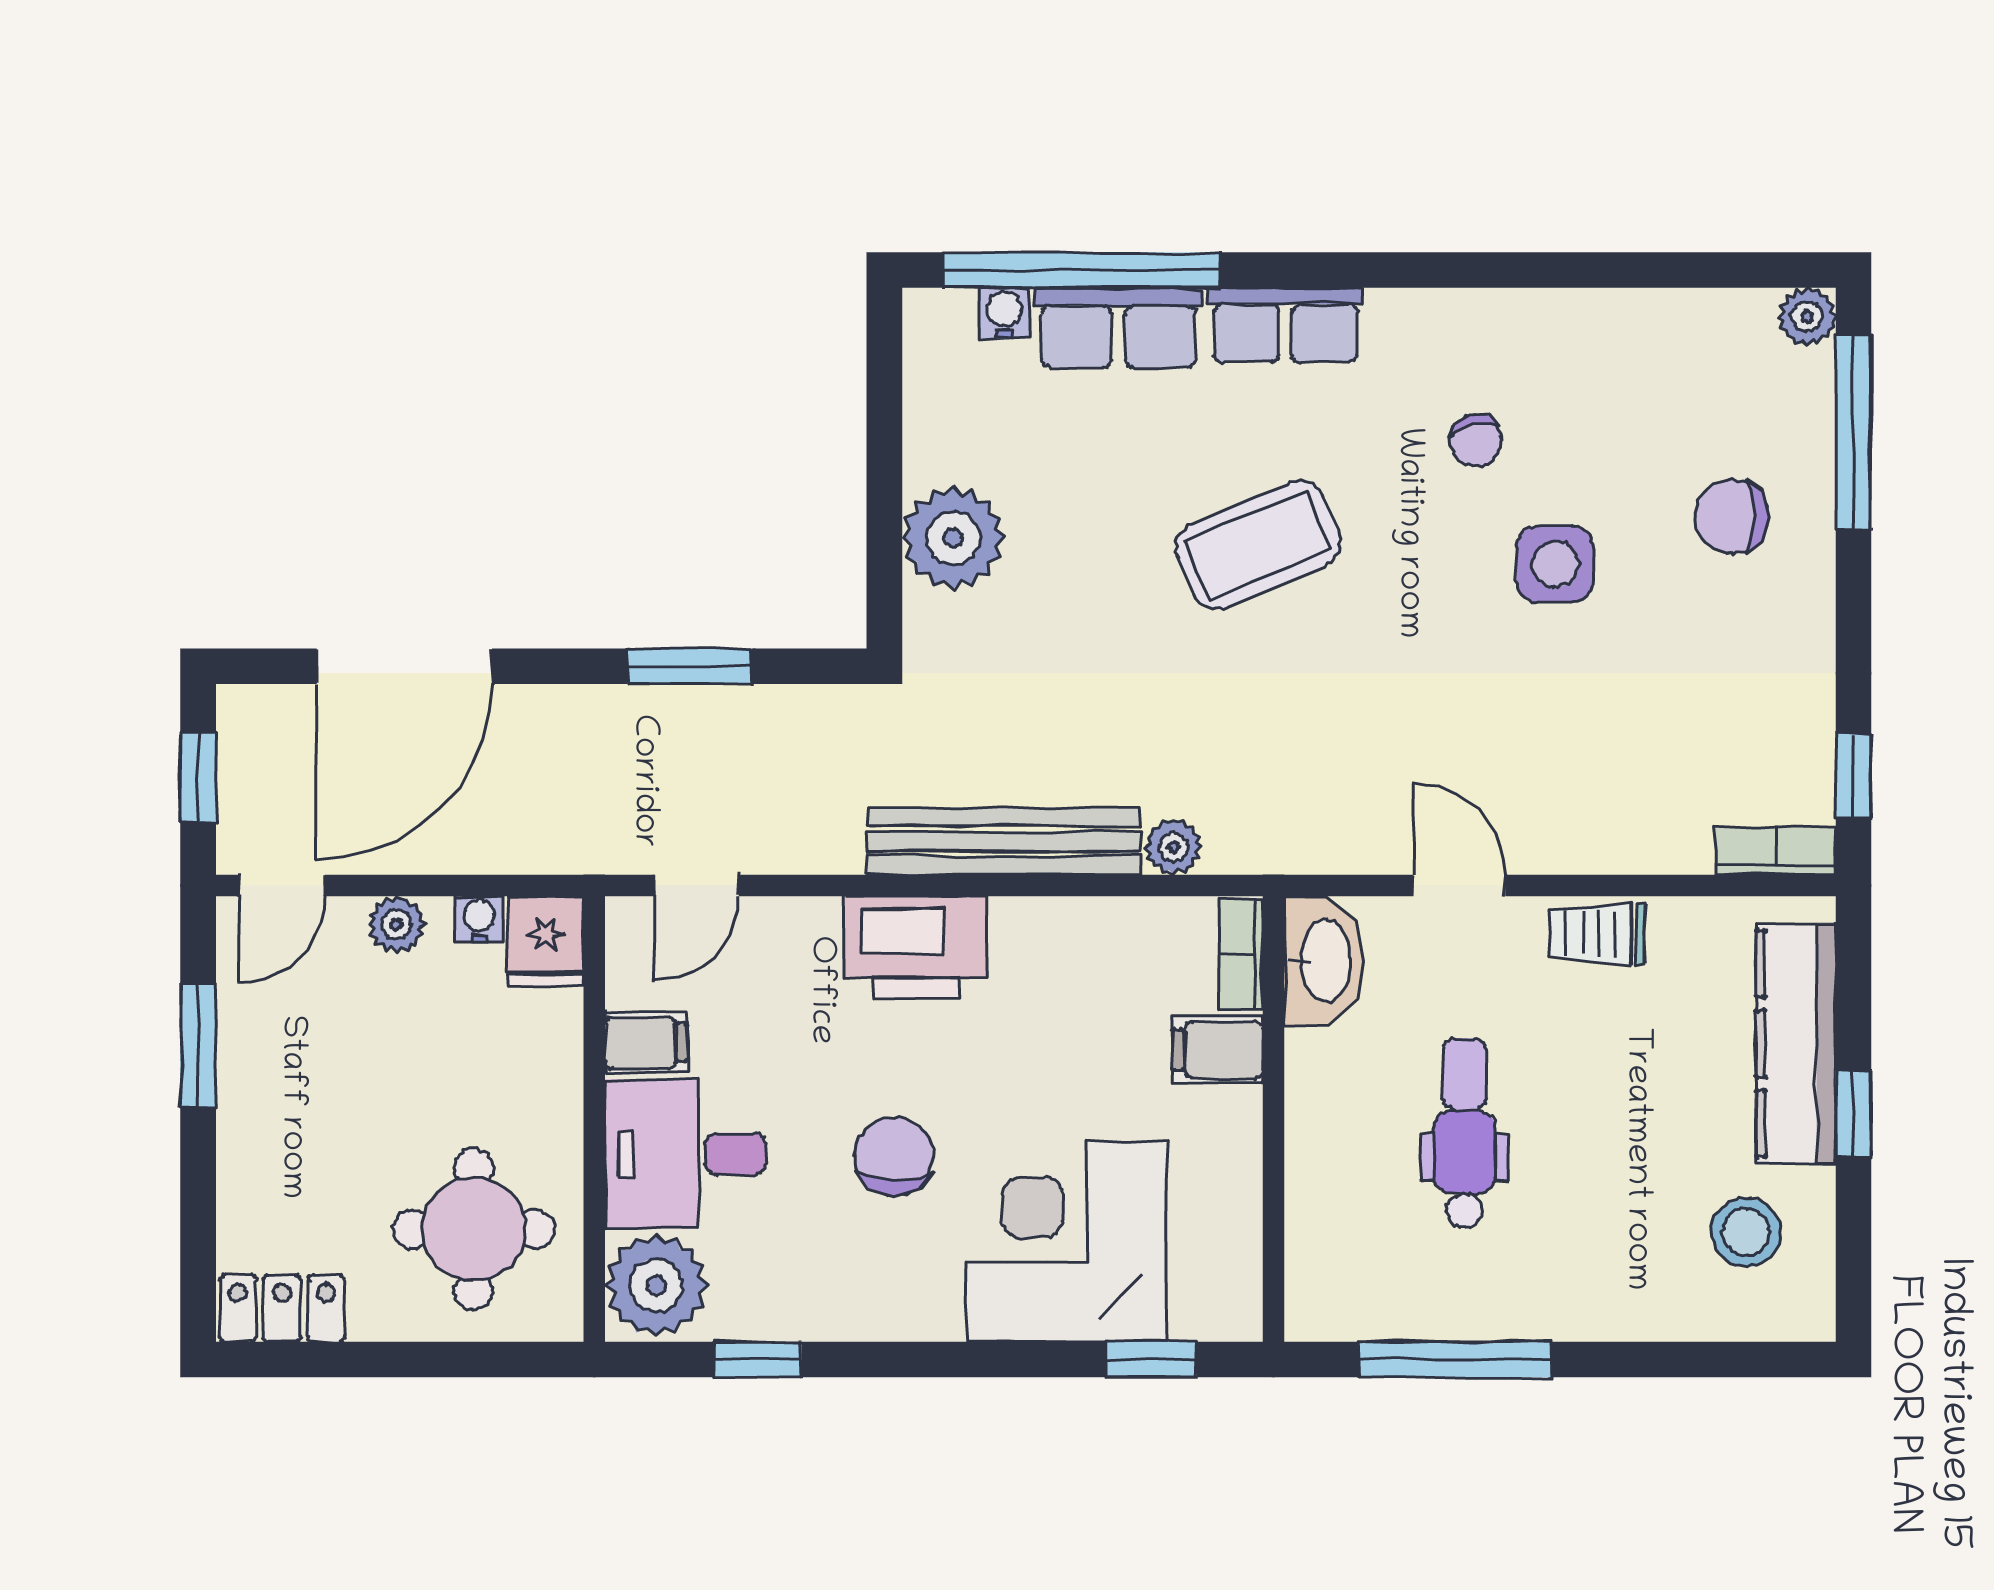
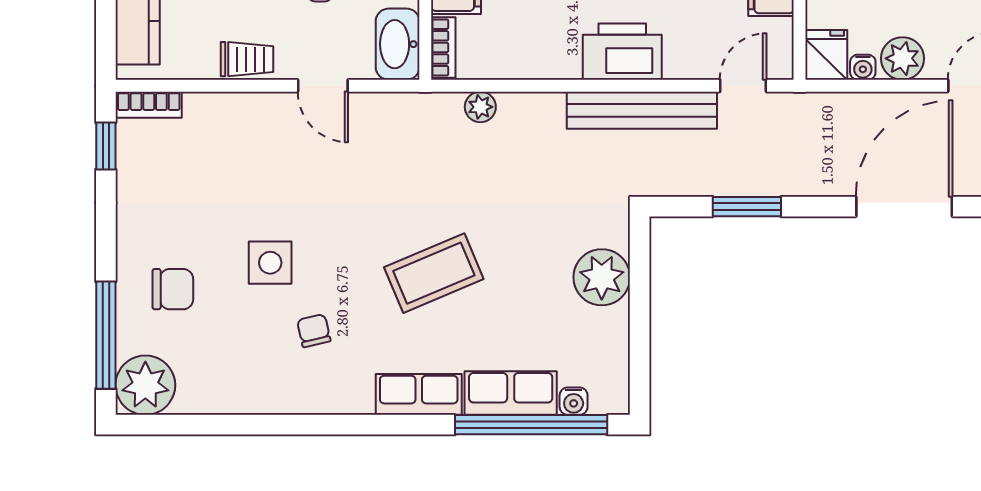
plant: (1807, 317) -> (145, 385), width x1.88, depth x1.88
bench: (1004, 841) -> (642, 110), moved
plant: (397, 924) -> (902, 58), width x1.38, depth x1.38

